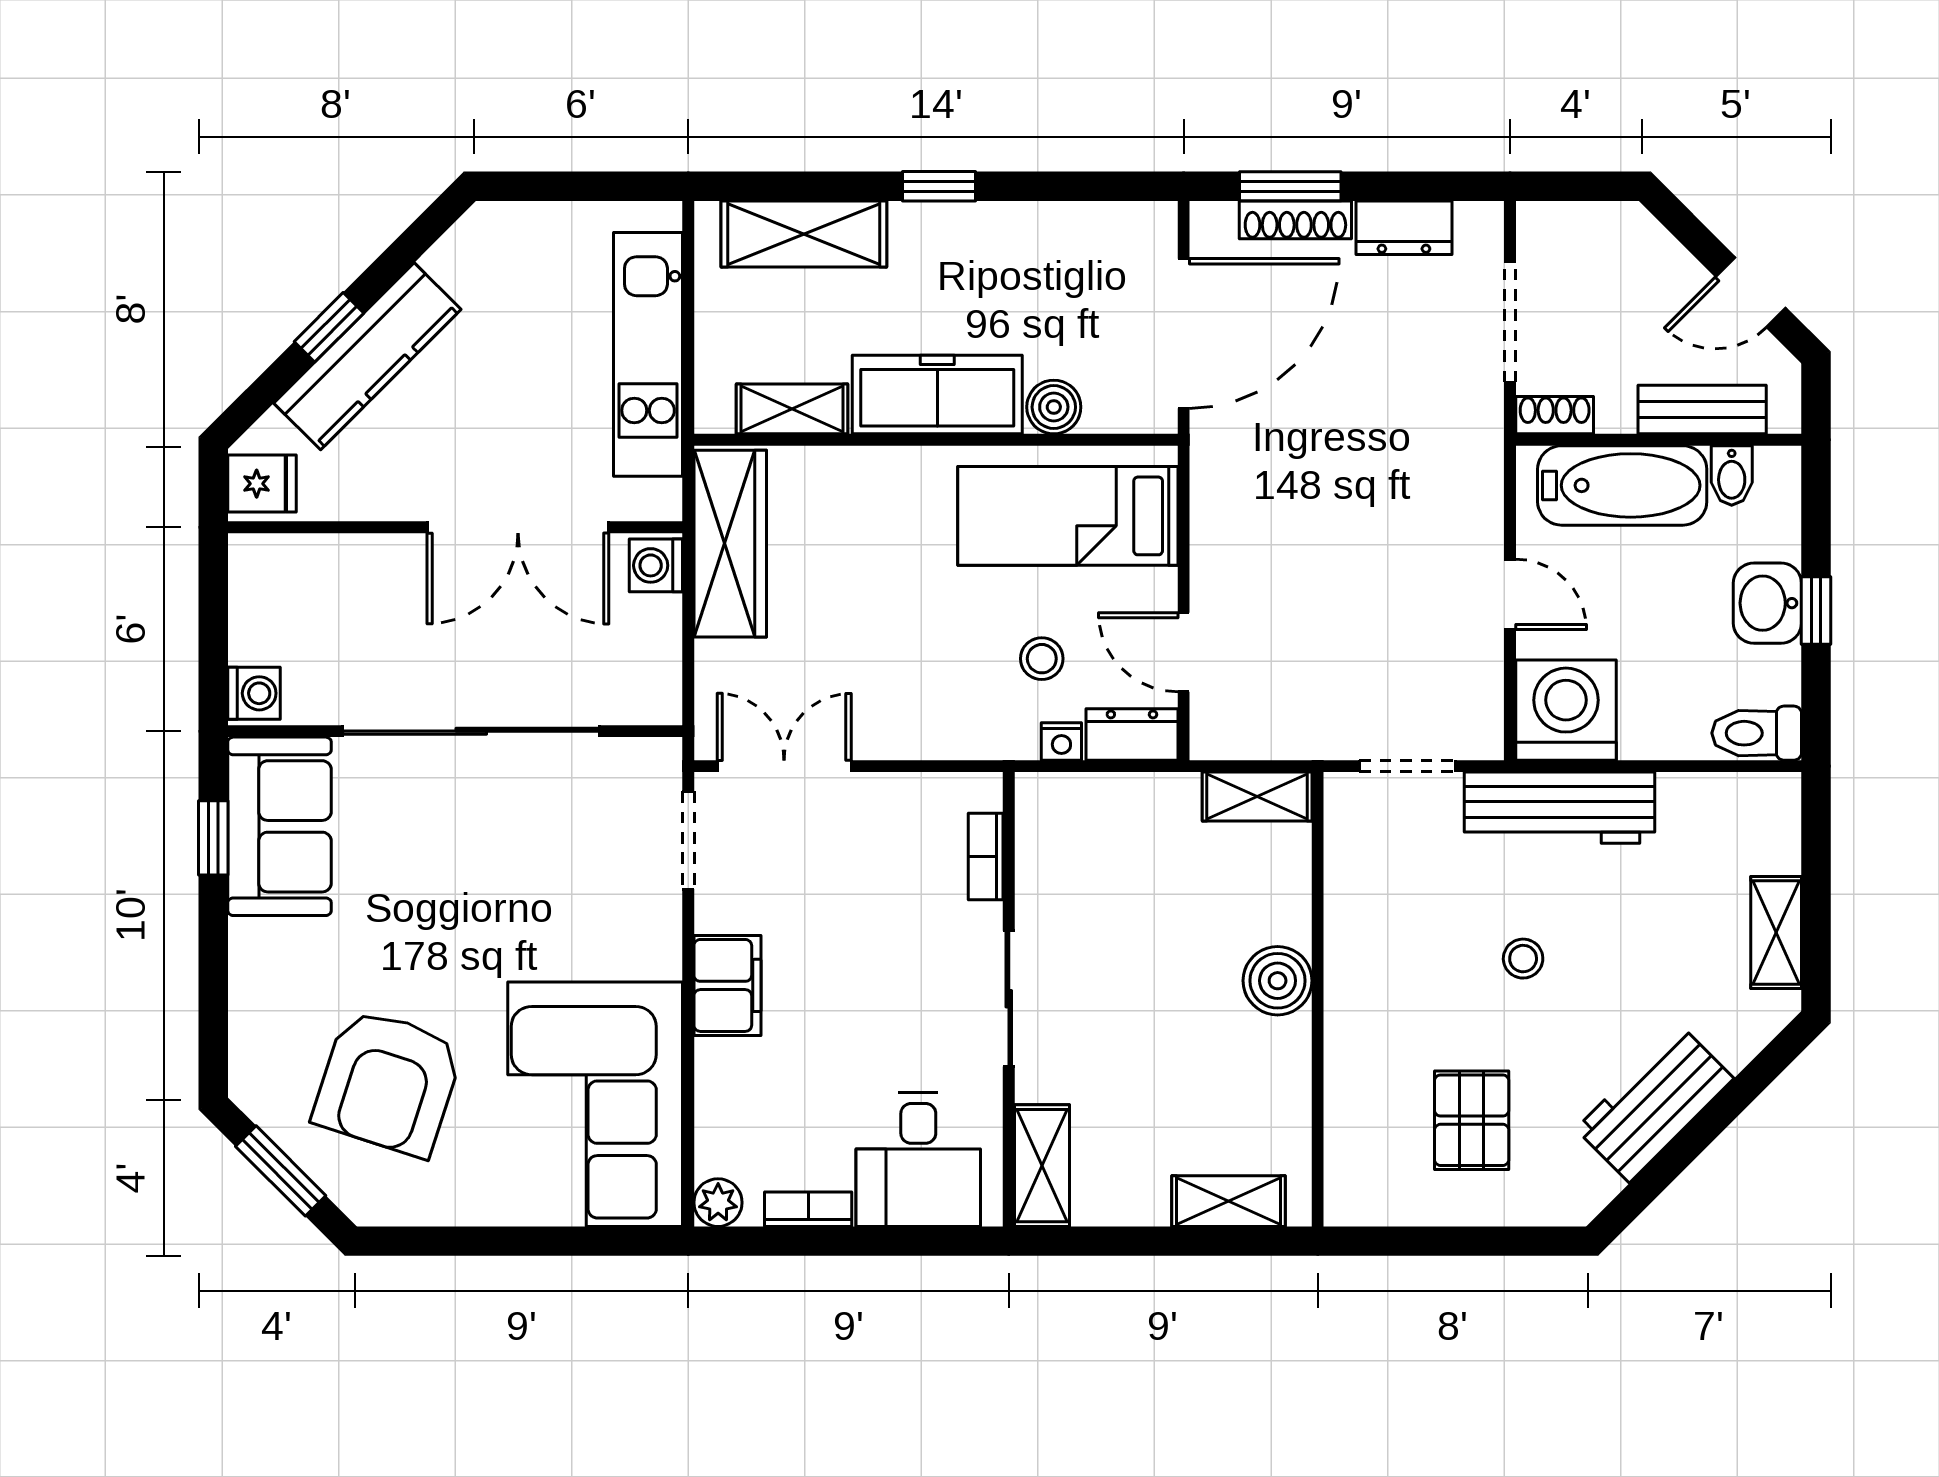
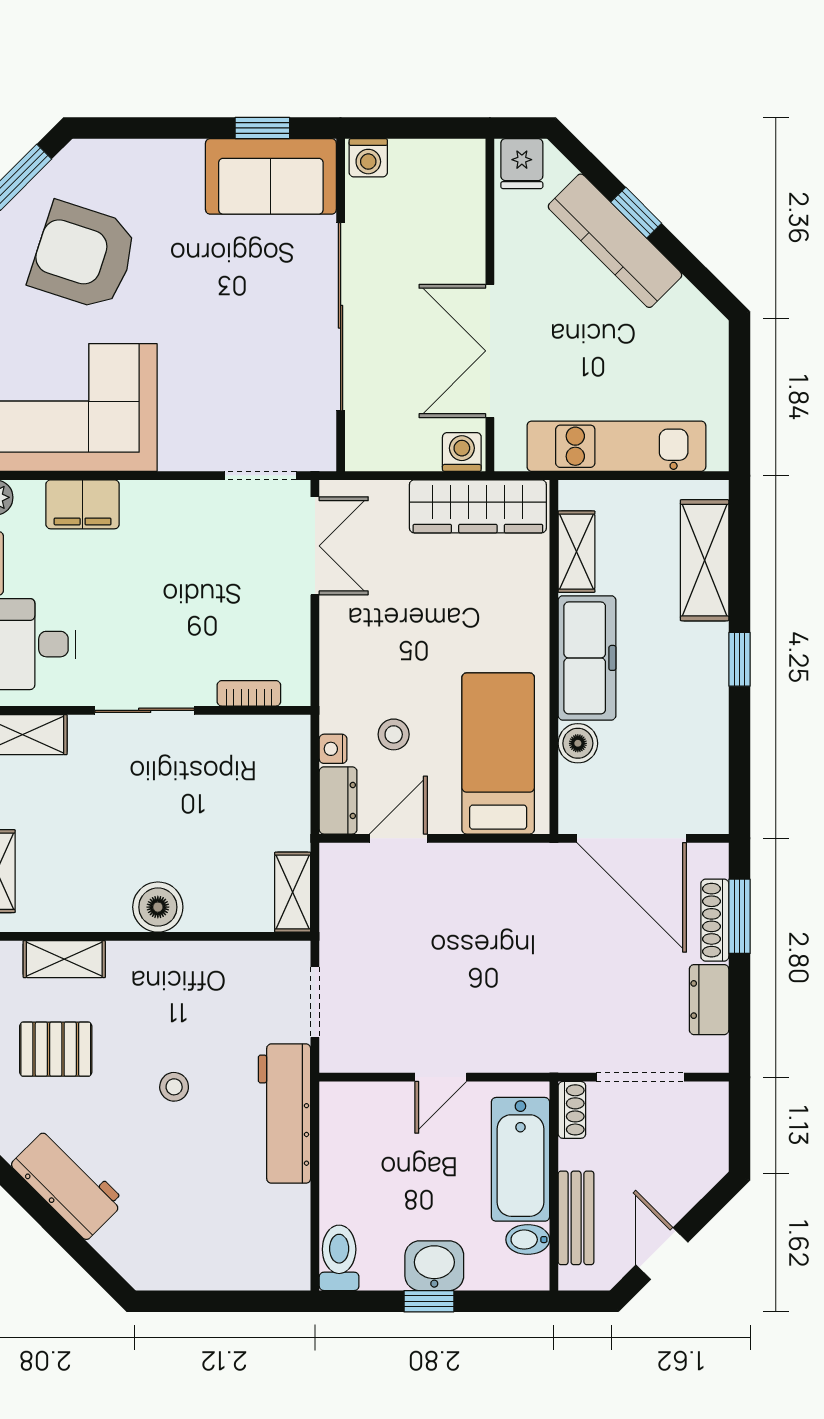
washing machine: (1566, 710) -> (356, 1118), removed
shelving: (1776, 933) -> (64, 959), moved
filing cabinet: (727, 985) -> (83, 504), moved

